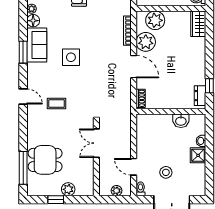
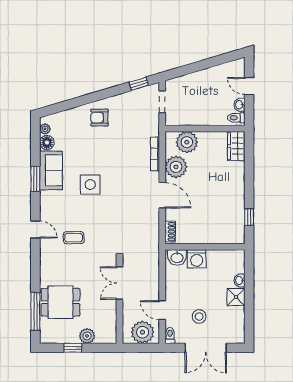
dresser: (200, 96) -> (238, 228), removed
washbasin: (181, 121) -> (177, 257), moved
washing machine: (164, 122) -> (197, 259), added
plant: (117, 191) -> (143, 332), width x1.87, depth x1.87

